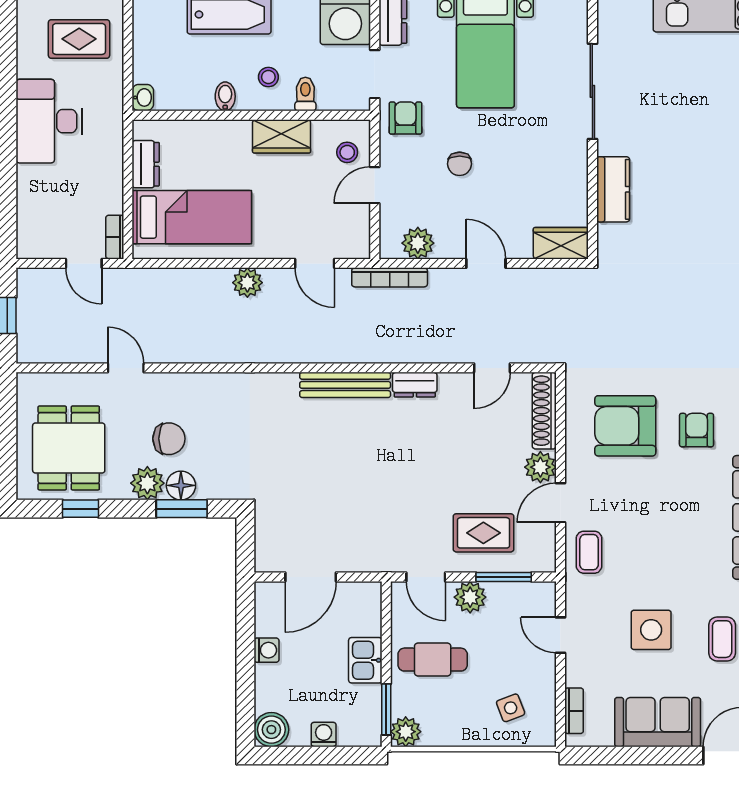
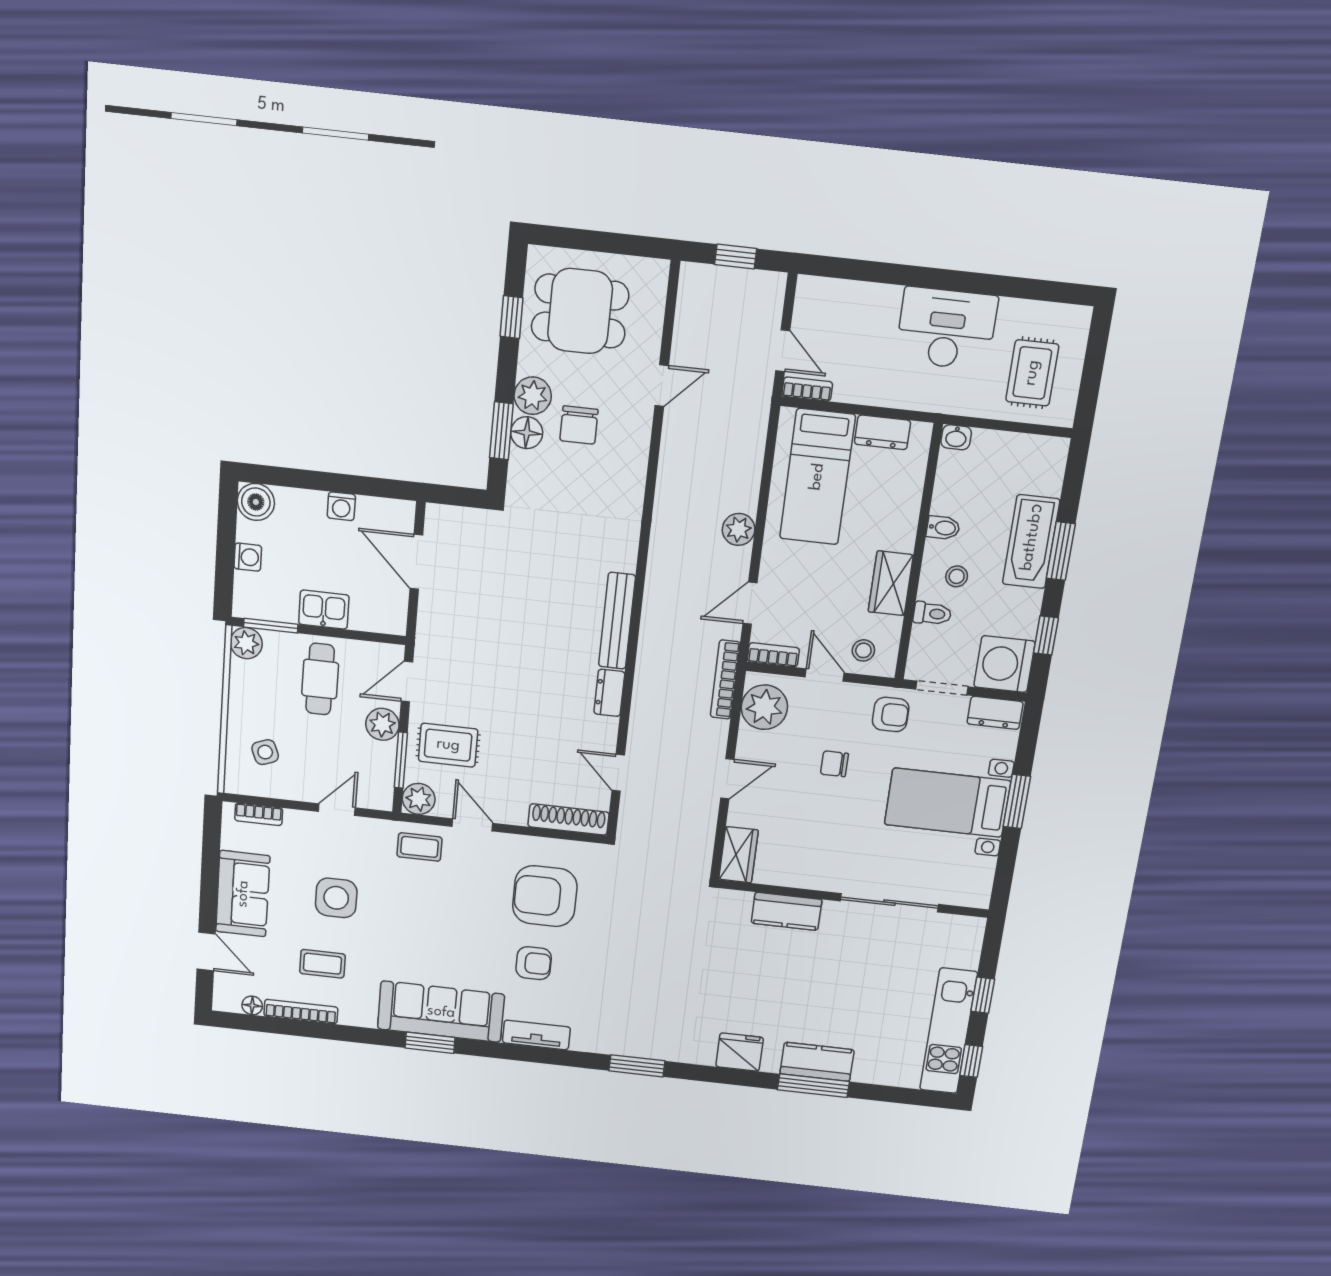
bookcase: (361, 235) -> (773, 655), added
plant: (418, 243) -> (764, 707), width x1.36, depth x1.36
door: (84, 263) -> (783, 351), swing flipped
armchair: (625, 426) -> (545, 896), turned -90
plant: (540, 467) -> (419, 799), moved
rug: (483, 533) -> (448, 745), turned 90

